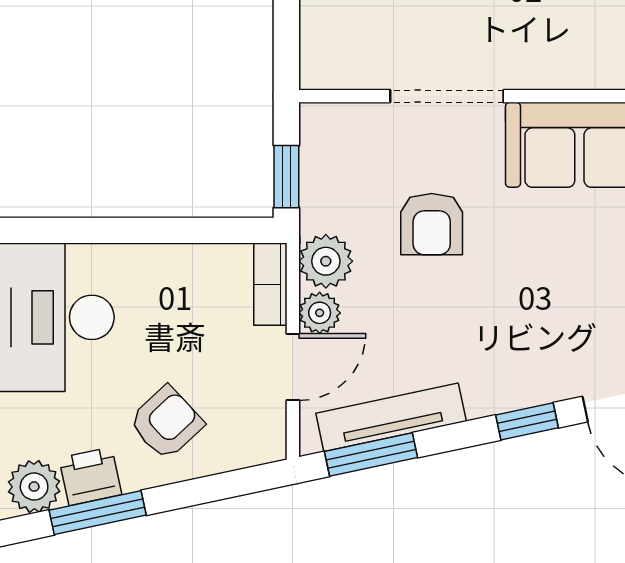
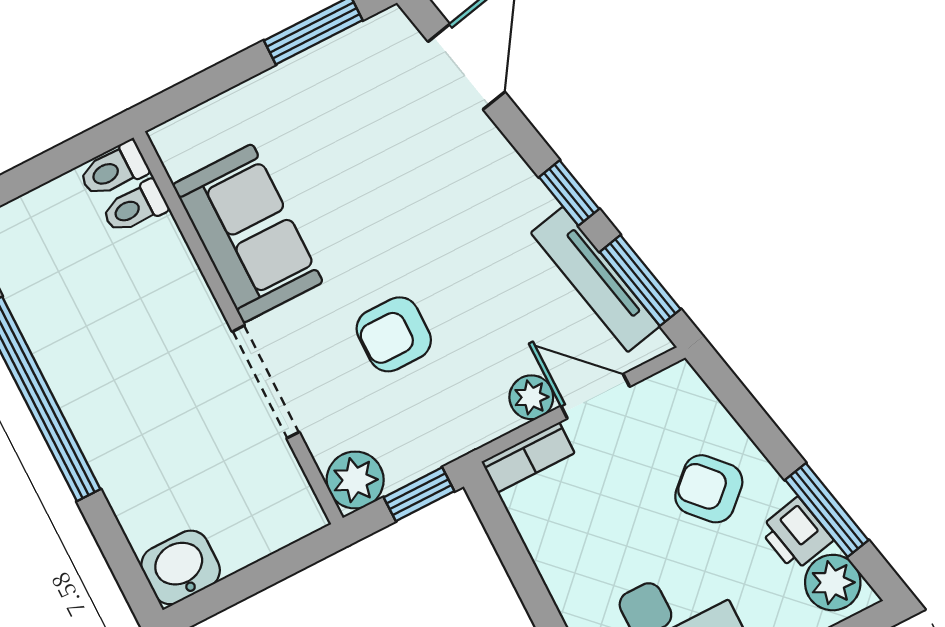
armchair: (432, 224) -> (394, 334), turned 180
plant: (326, 261) -> (355, 480), moved
window: (527, 421) -> (569, 193), moved

